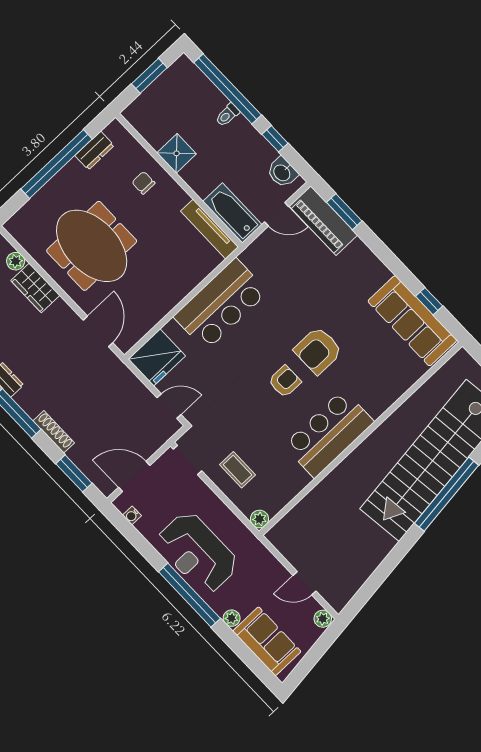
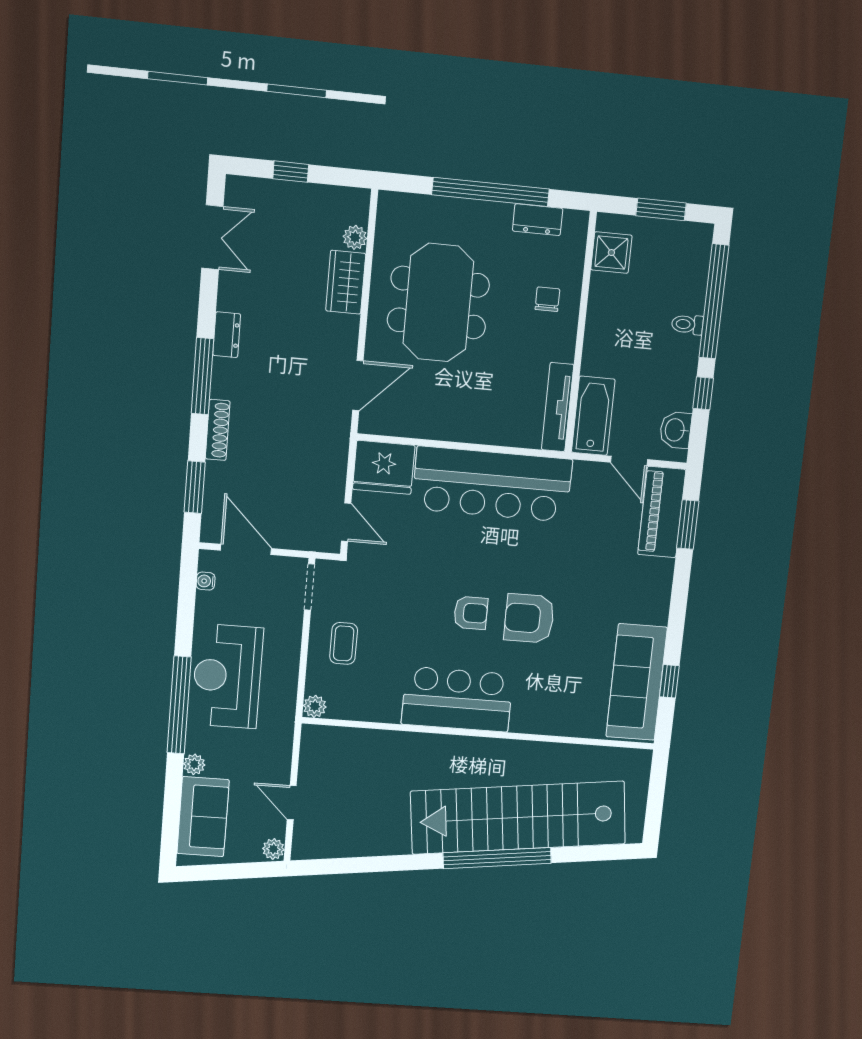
shower: (177, 153) -> (611, 253), moved
bar counter: (221, 304) -> (492, 484), width x1.36

